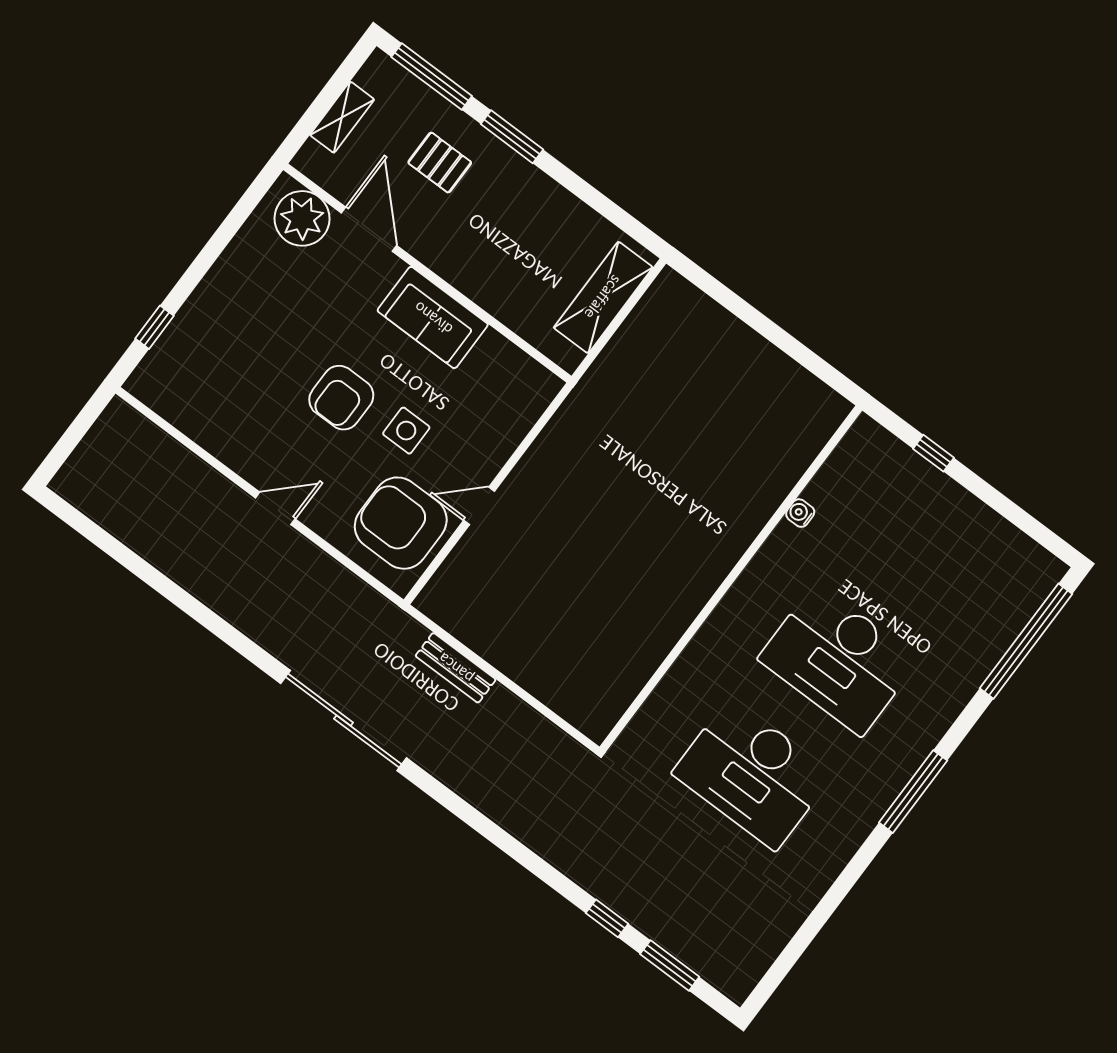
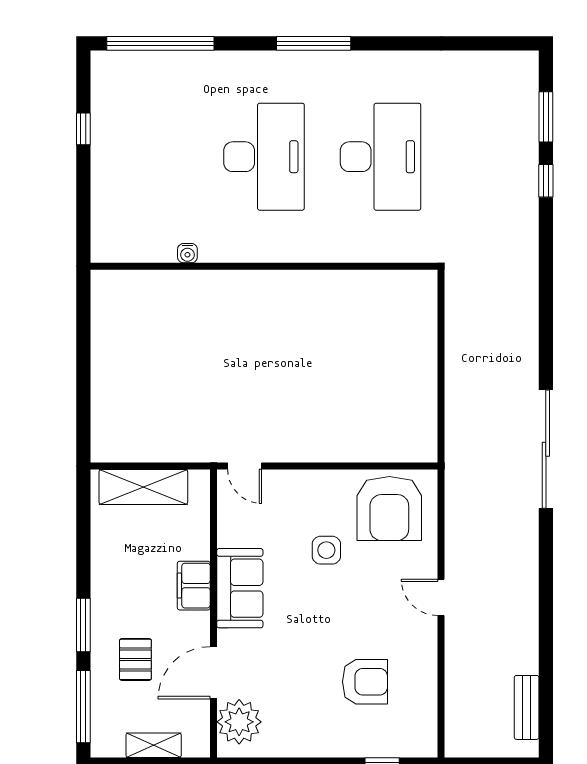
filing cabinet: (469, 274) -> (194, 586), added
armchair: (341, 398) -> (365, 682), moved
window: (933, 453) -> (83, 129), moved
door: (479, 506) -> (245, 466), moved
bench: (456, 668) -> (527, 707), moved

